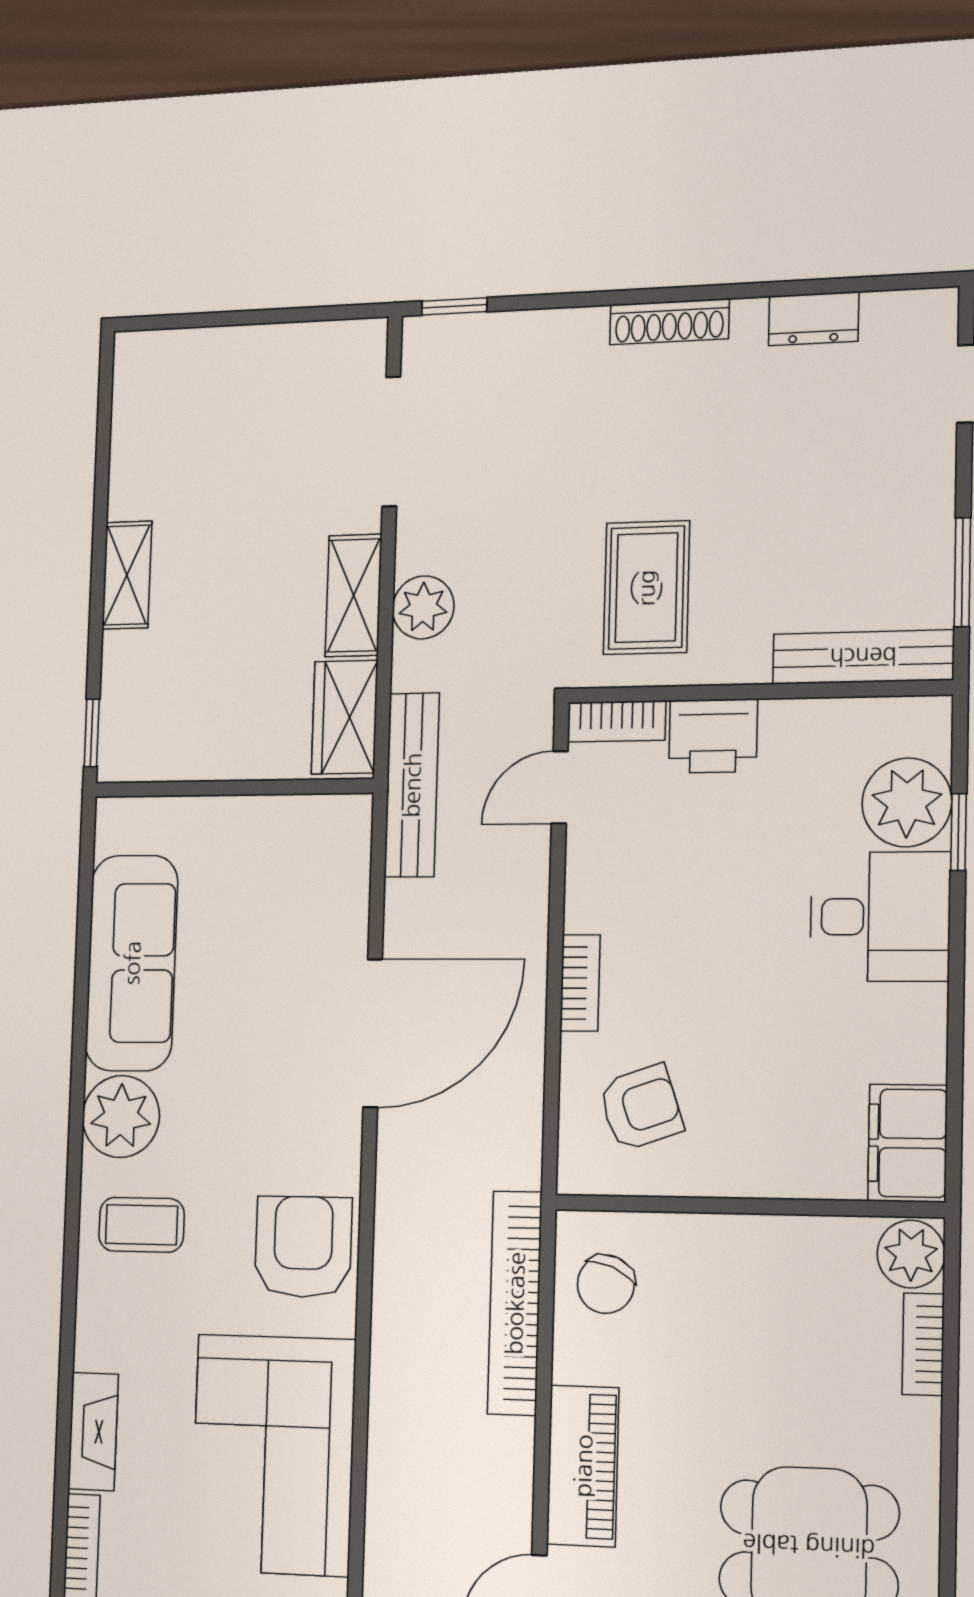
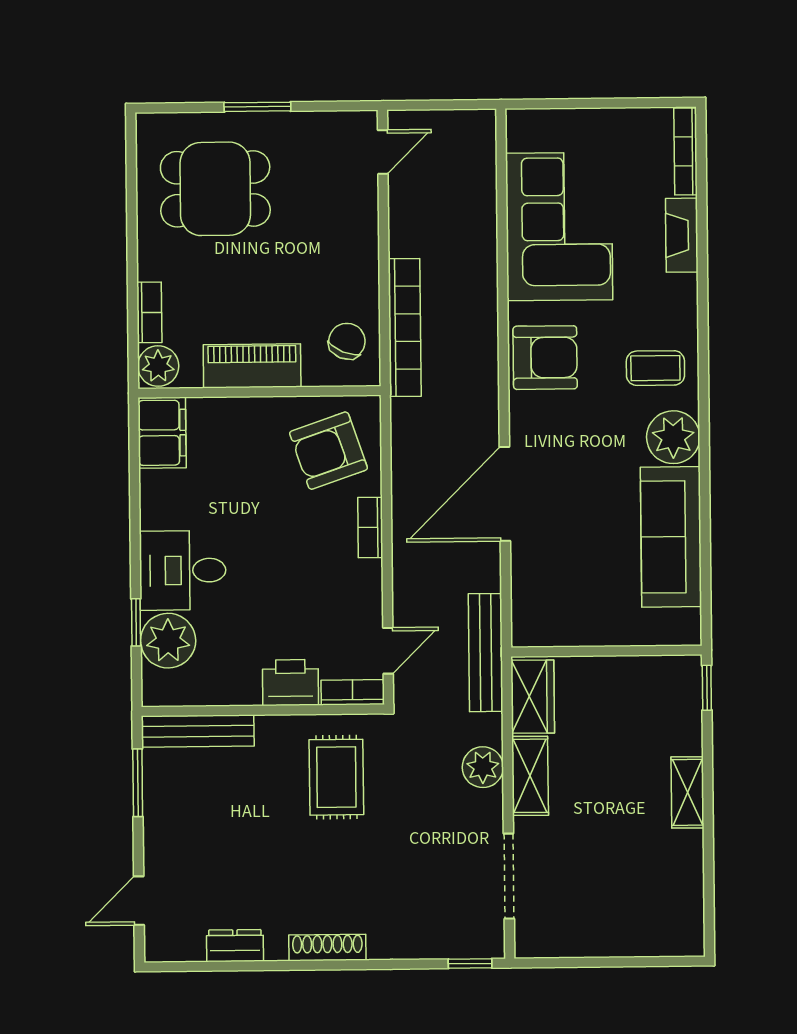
armchair: (641, 1108) -> (329, 451), width x1.38, depth x1.38
armchair: (303, 1247) -> (545, 358), turned -90
piano: (583, 1466) -> (252, 366), moved, turned 90

